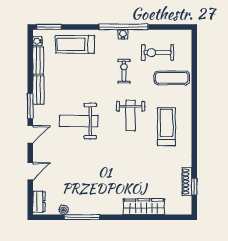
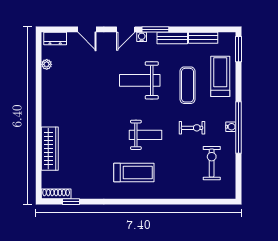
water cooler: (37, 41) -> (142, 37), moved
exercise mat: (172, 78) -> (187, 85), moved
weight bench: (131, 115) -> (146, 135), turned 180
weight bench: (79, 121) -> (140, 80), turned -90
door: (30, 134) -> (126, 29), hinge flipped
shoe rack: (187, 182) -> (56, 194), moved
window: (82, 217) -> (39, 84), removed

